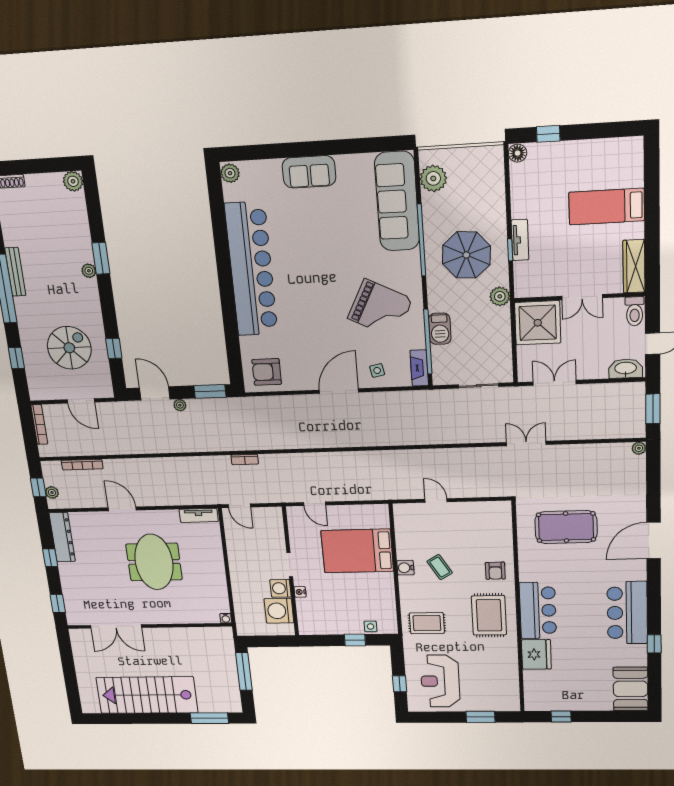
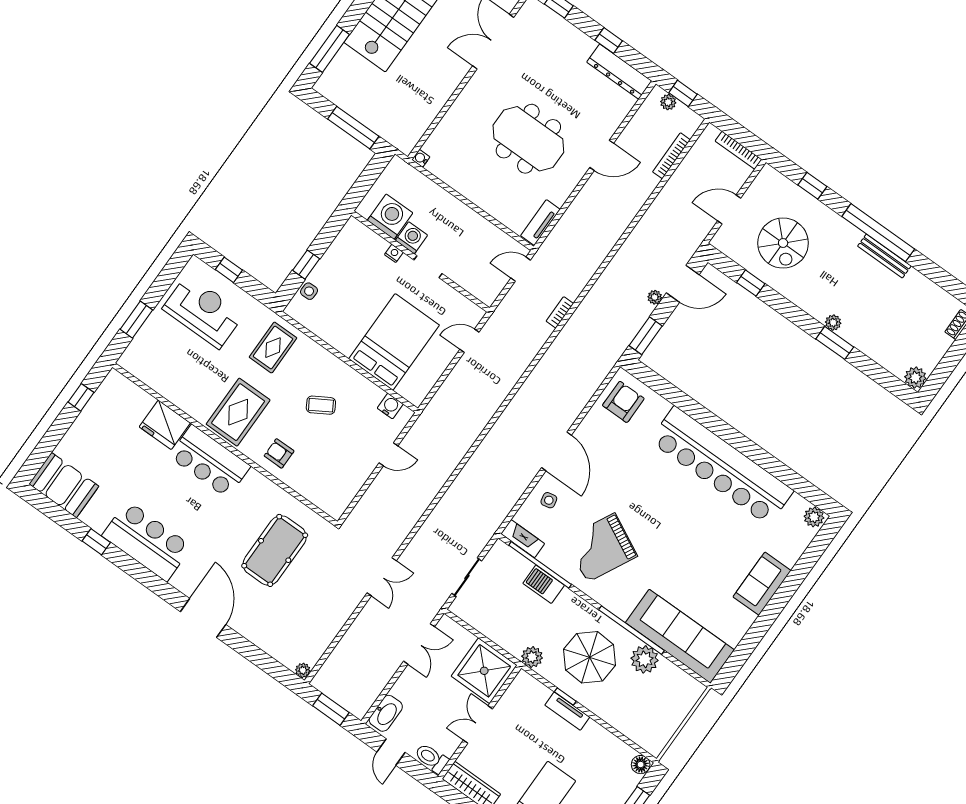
plant: (433, 178) -> (645, 659), moved
water cooler: (405, 568) -> (390, 406), moved
rug: (489, 615) -> (238, 412), turned 90

